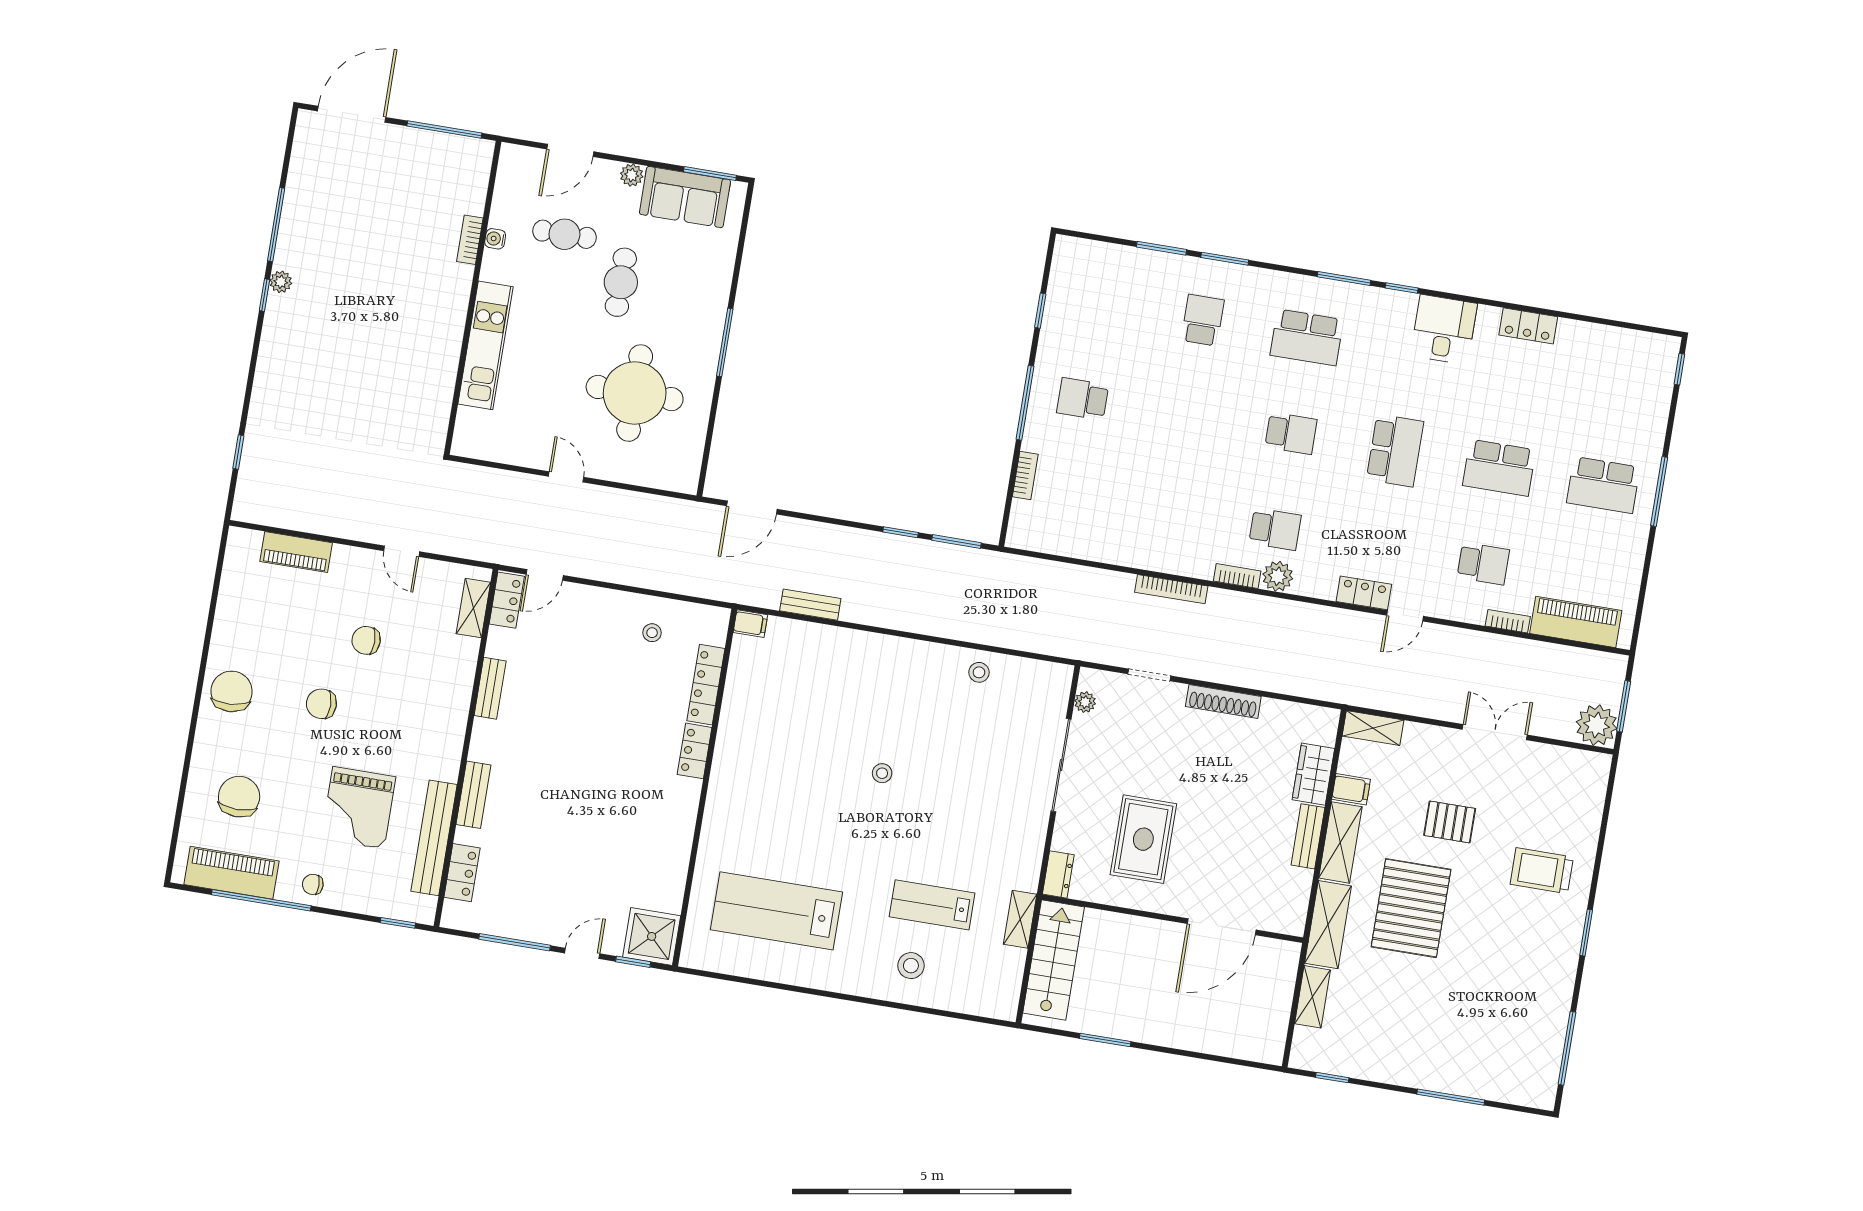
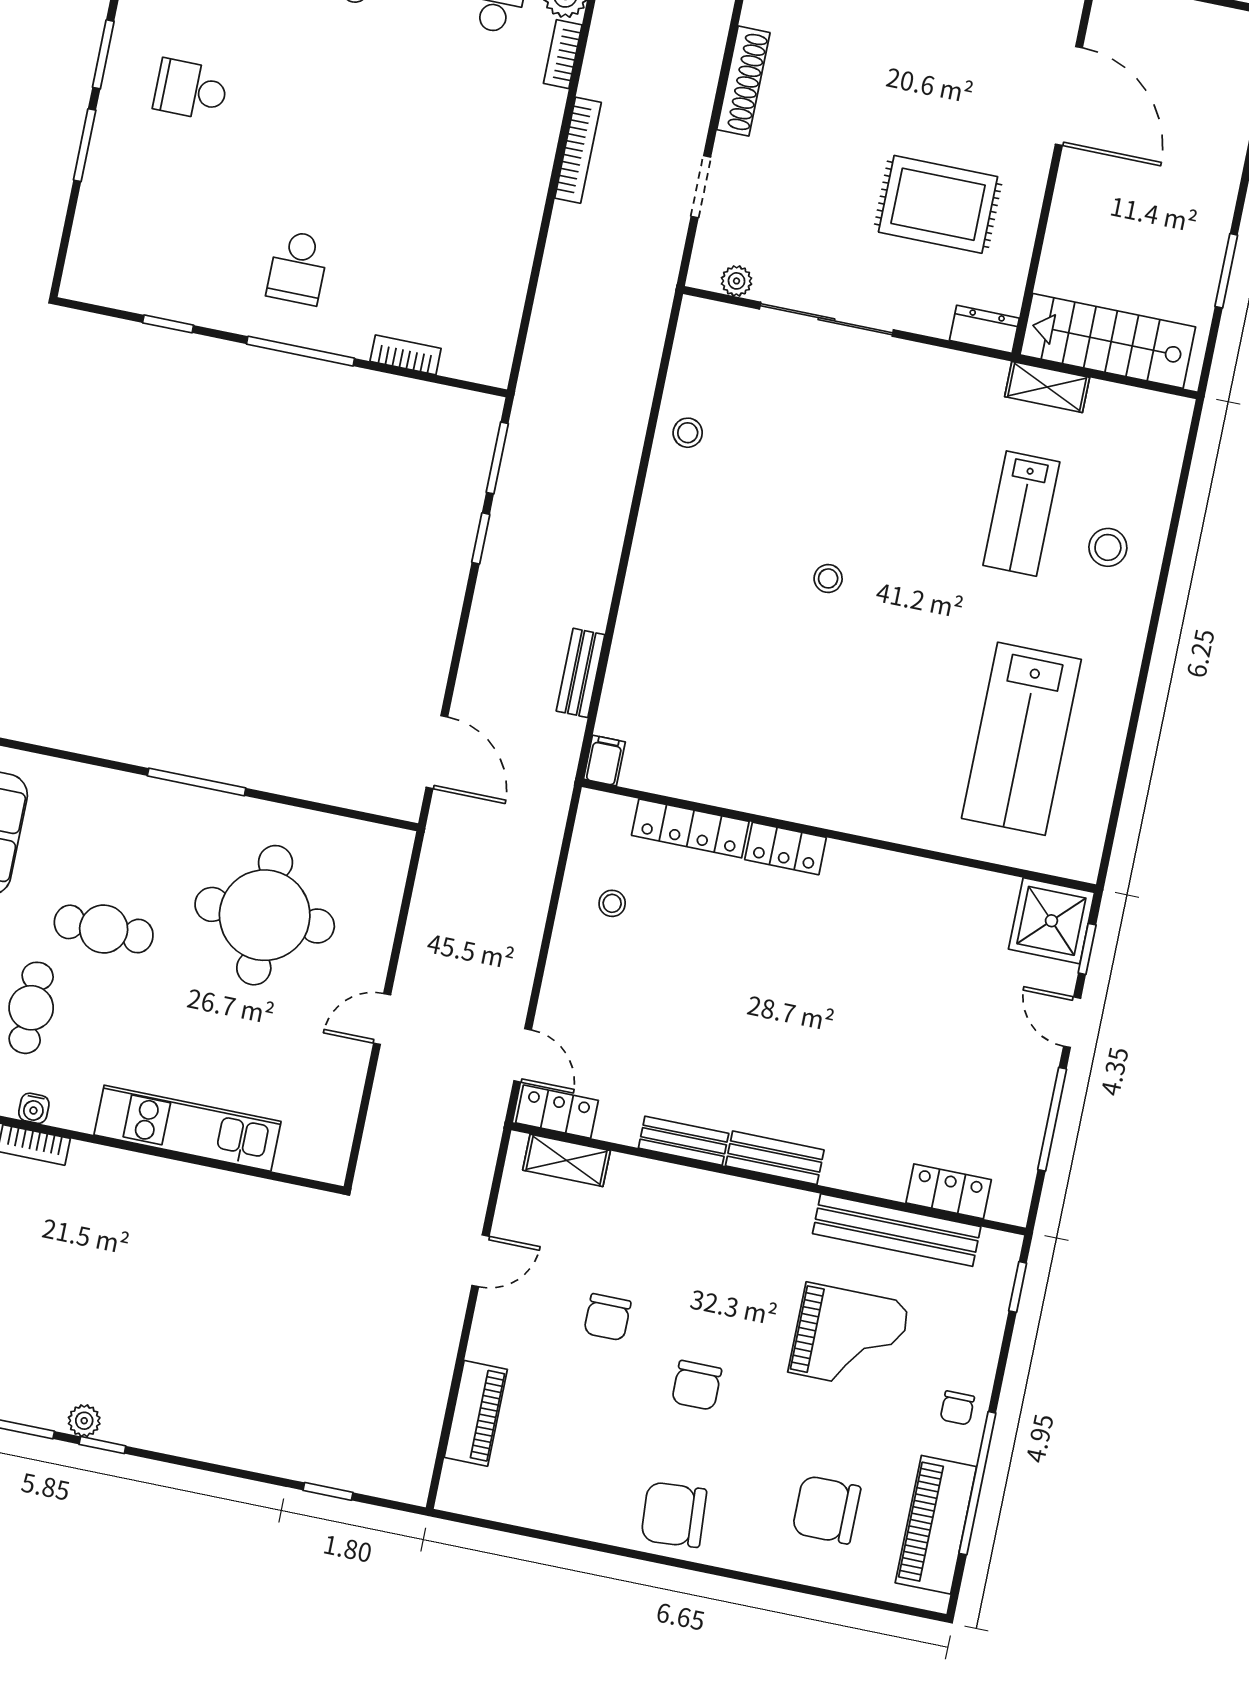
bench: (473, 795) -> (775, 1158), moved

